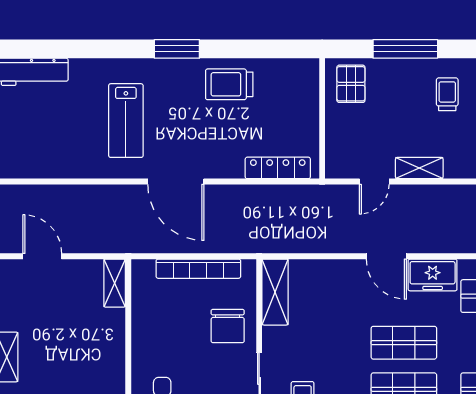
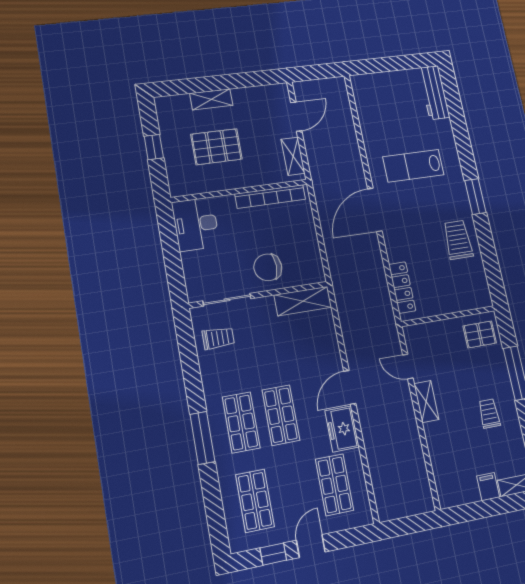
trolley: (447, 94) -> (489, 414), turned -90
bookcase: (198, 269) -> (270, 197), moved, turned -90
shelving: (115, 283) -> (293, 156), moved, turned 90
pallet: (69, 361) -> (216, 147), added

